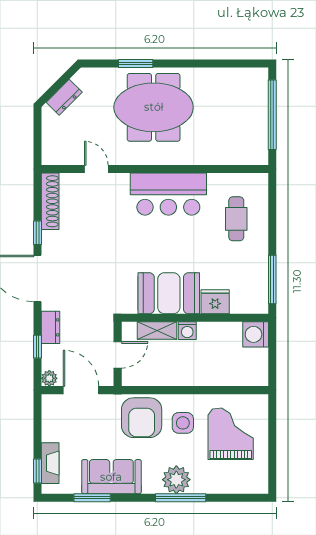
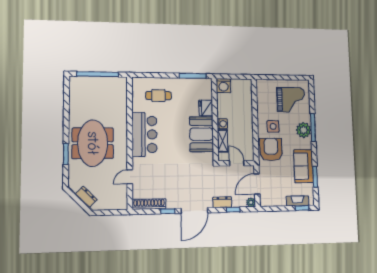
armchair: (142, 418) -> (271, 149), turned -90
grand piano: (231, 434) -> (291, 100), moved, turned 180

